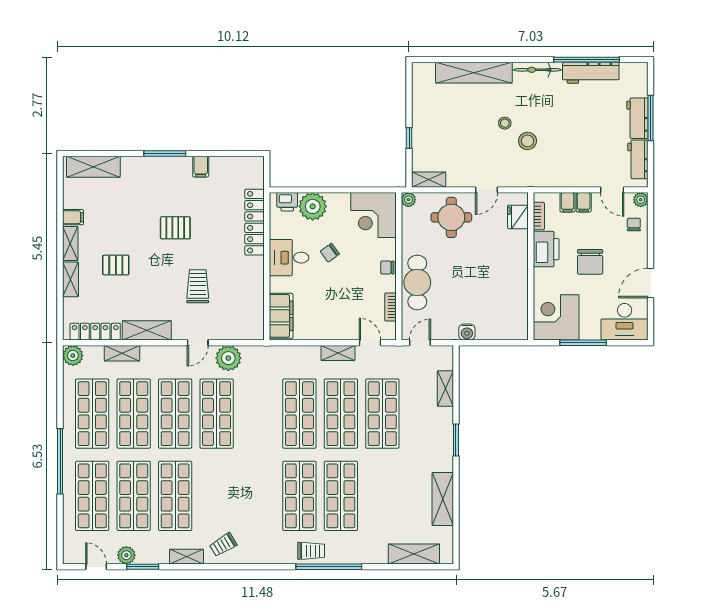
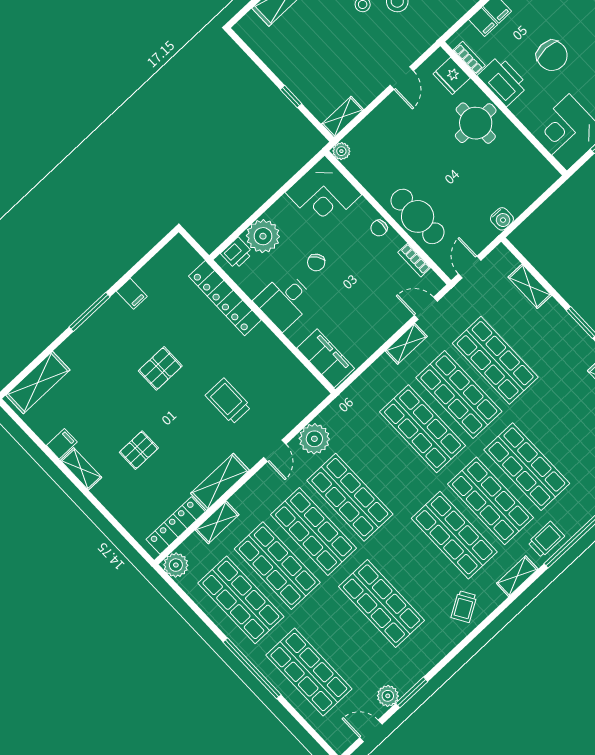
round table: (451, 217) -> (476, 123), moved
shelving: (70, 279) -> (111, 500), removed
shop shelf: (134, 496) -> (454, 535), moved
shelving: (186, 557) -> (517, 576), moved

